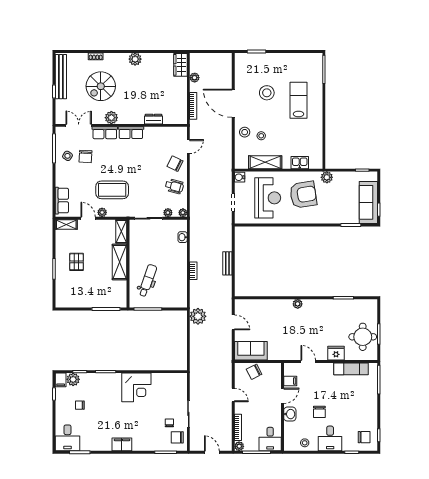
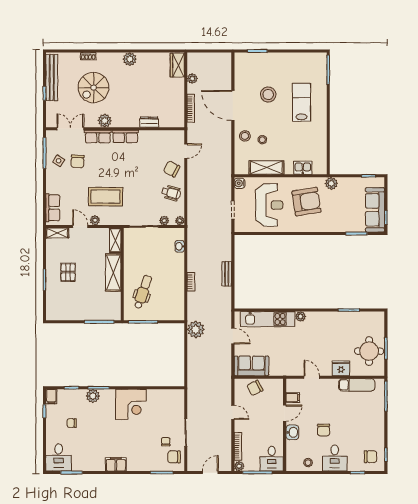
kitchen unit: (266, 306) -> (268, 319), added
plant: (73, 379) -> (93, 396), moved
door: (212, 452) -> (210, 473), hinge flipped

